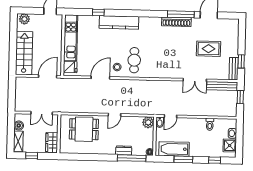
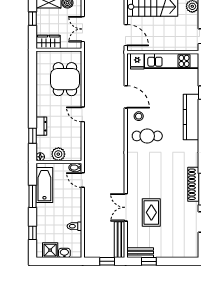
rug: (209, 49) -> (151, 212), moved
plant: (148, 122) -> (58, 154), moved
window: (132, 158) -> (33, 136), width x0.46

